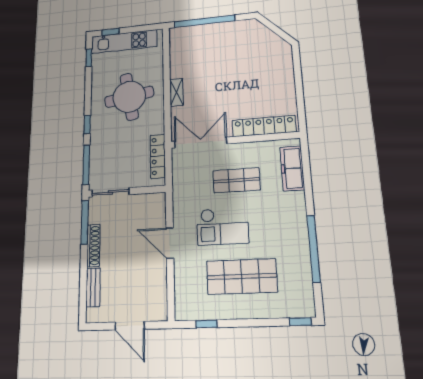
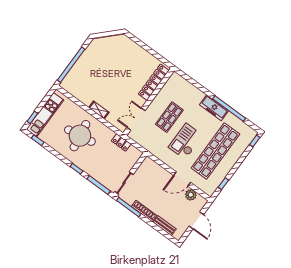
double door: (201, 143) -> (136, 119), width x0.73
locker: (158, 156) -> (121, 142), width x0.66
freezer: (292, 168) -> (214, 108), moved
checkout: (222, 226) -> (186, 141), turned 180
door: (170, 243) -> (182, 179), moved
shop shelf: (242, 276) -> (215, 151), width x1.40
plant: (158, 290) -> (191, 195), added
door: (130, 326) -> (196, 220), hinge flipped

